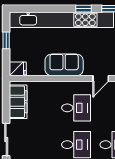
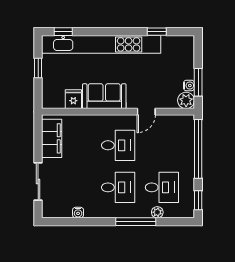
window: (84, 9) -> (63, 32), moved
fridge: (18, 69) -> (73, 99), moved, turned -90

